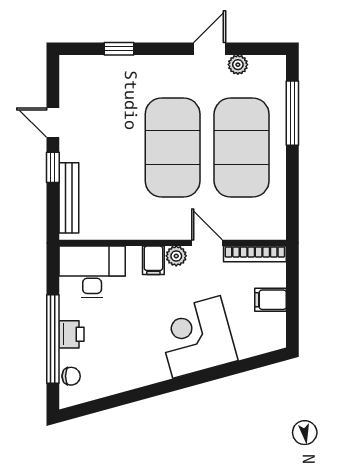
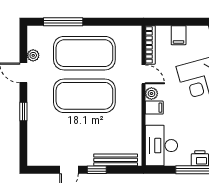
window: (119, 49) -> (23, 111), moved
door: (207, 243) -> (143, 74), swing flipped

